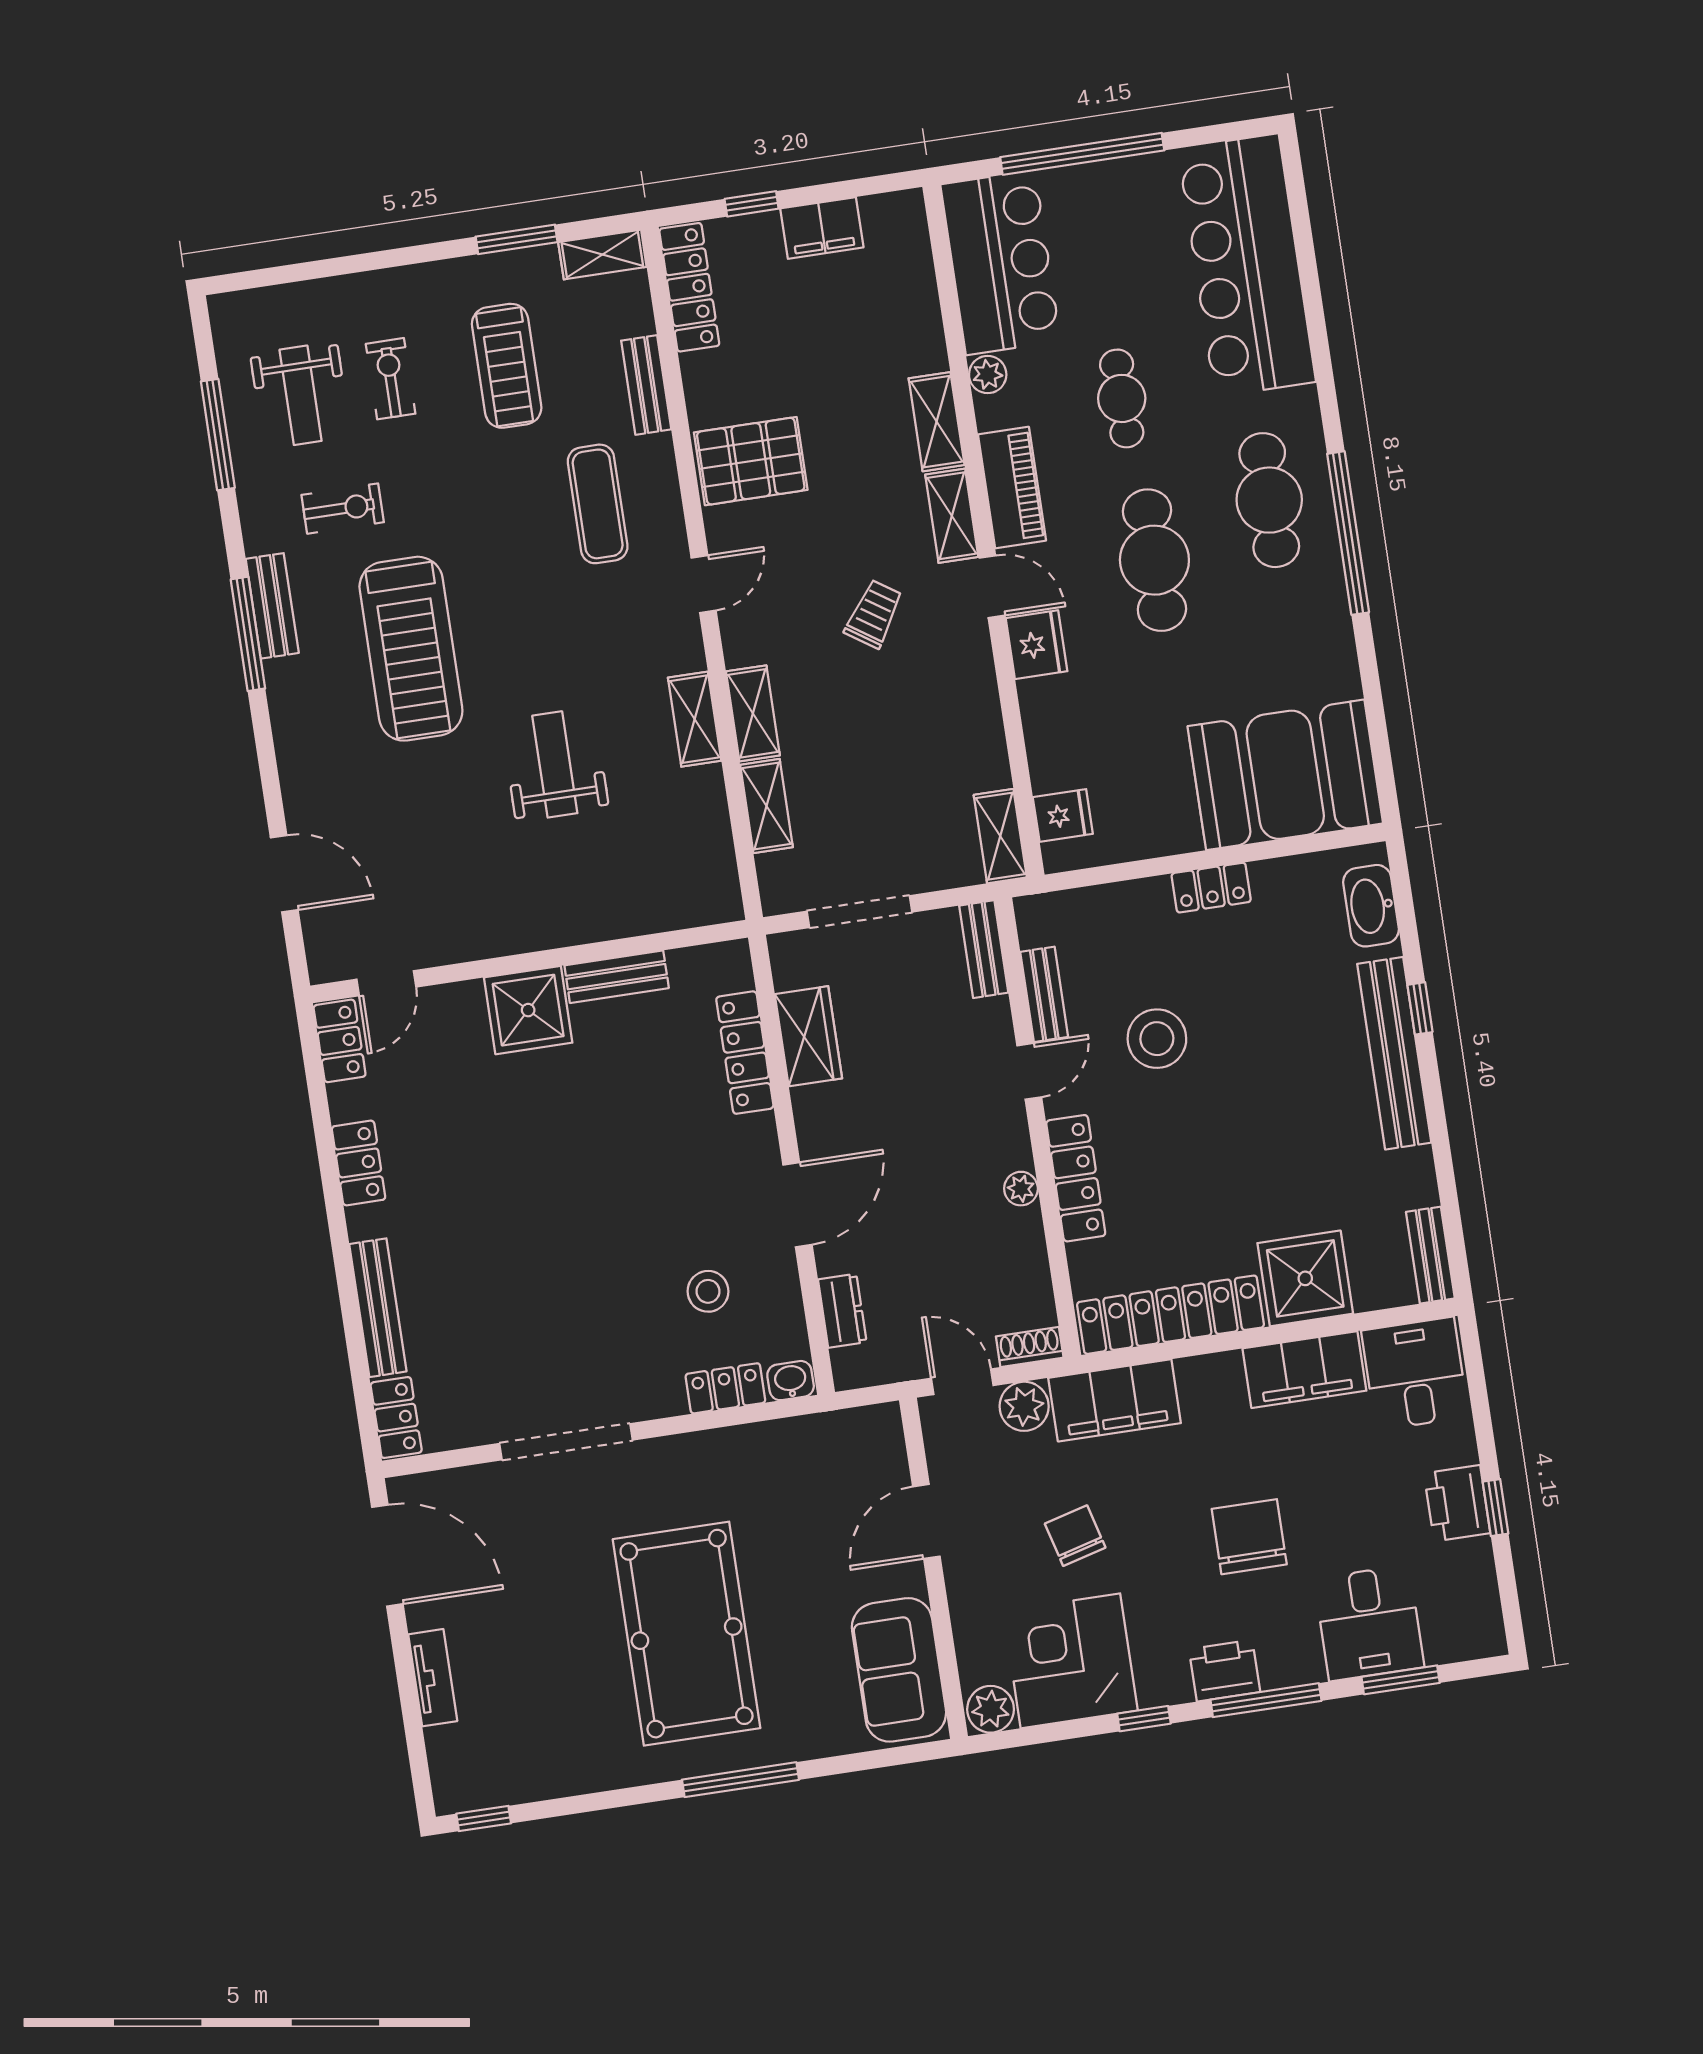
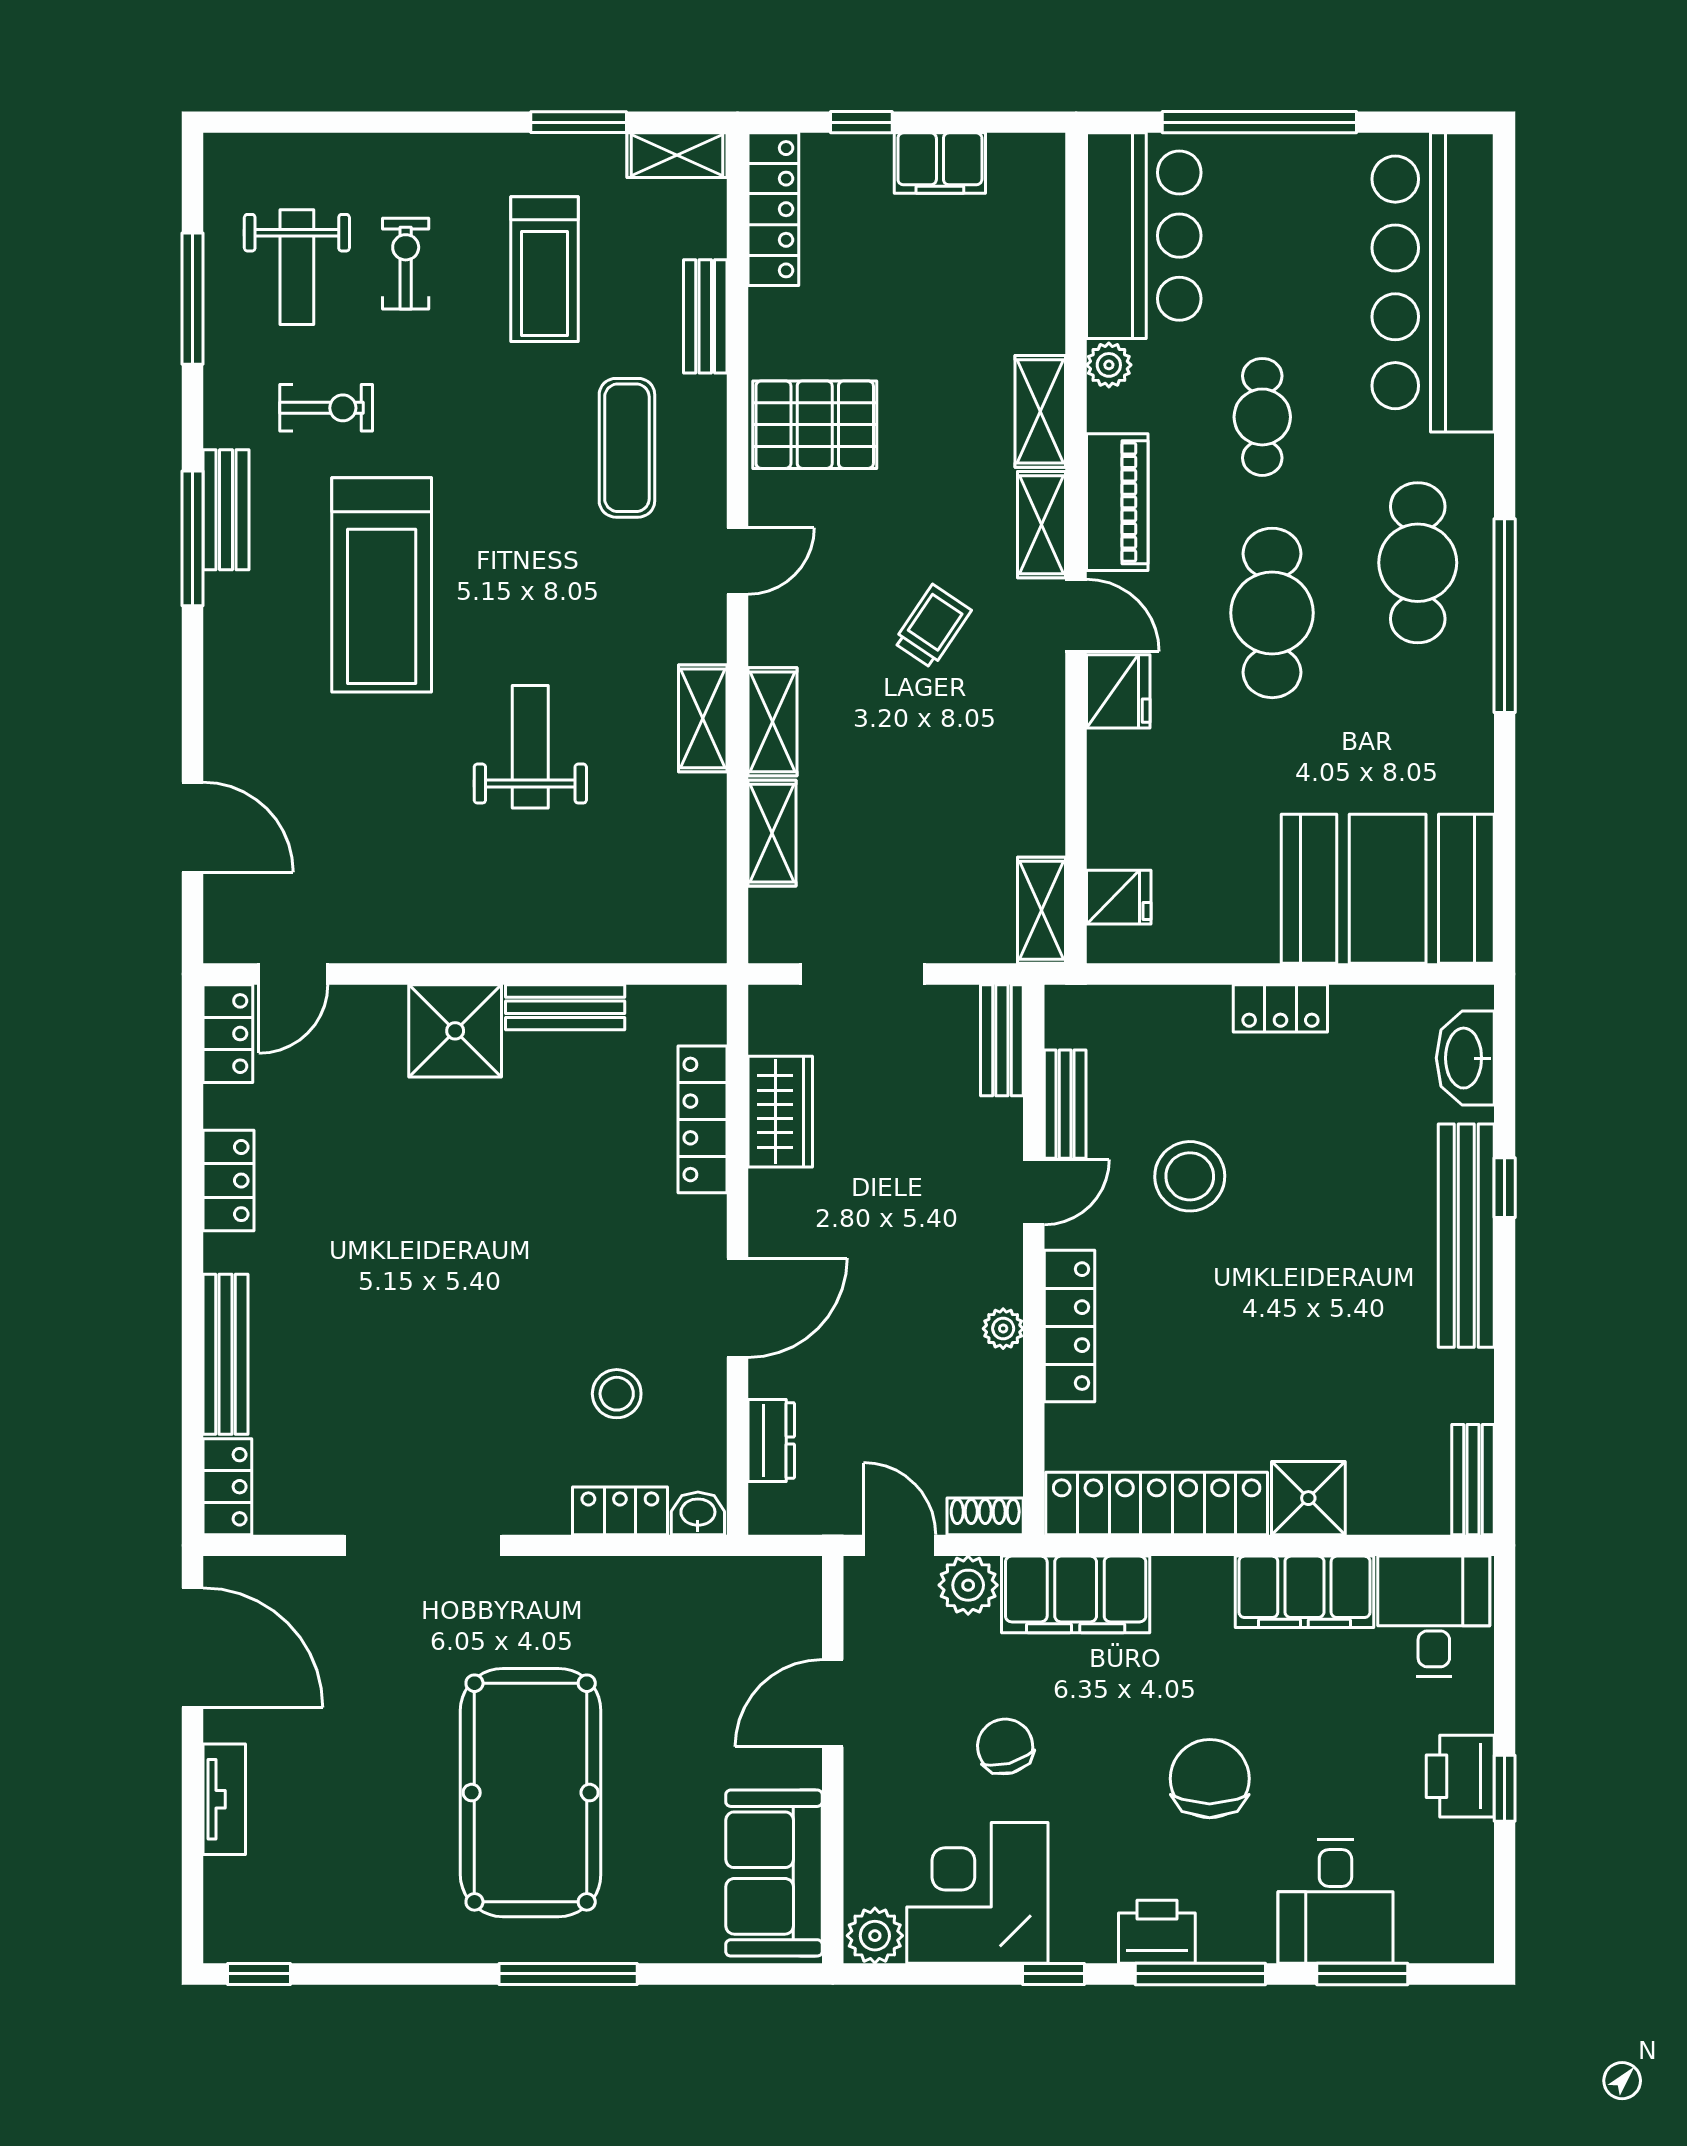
shower: (1305, 1278) -> (1308, 1498), width x0.73, depth x0.73

